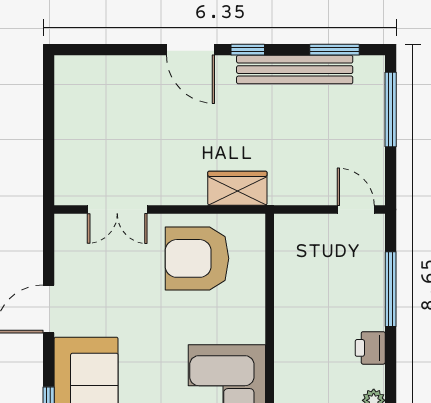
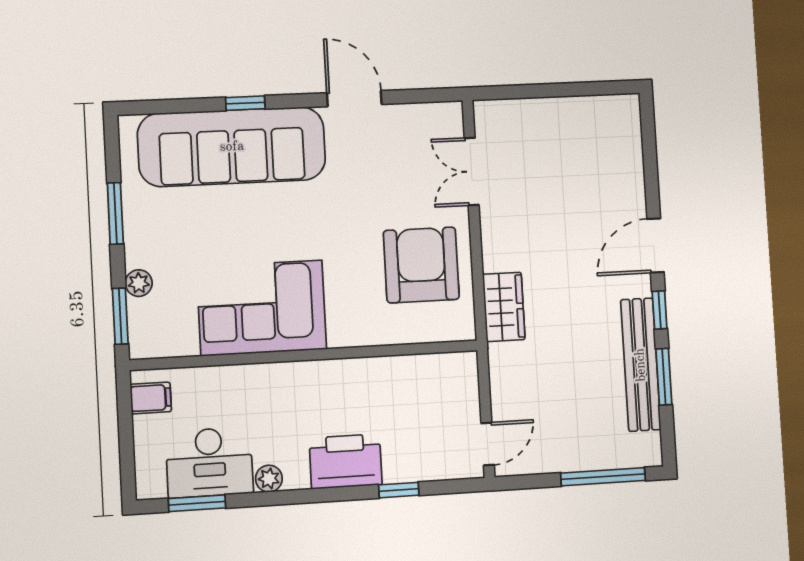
window: (335, 50) -> (664, 377), moved
window: (391, 289) -> (399, 490), width x0.46
printer: (370, 348) -> (346, 461), width x1.87, depth x1.48

